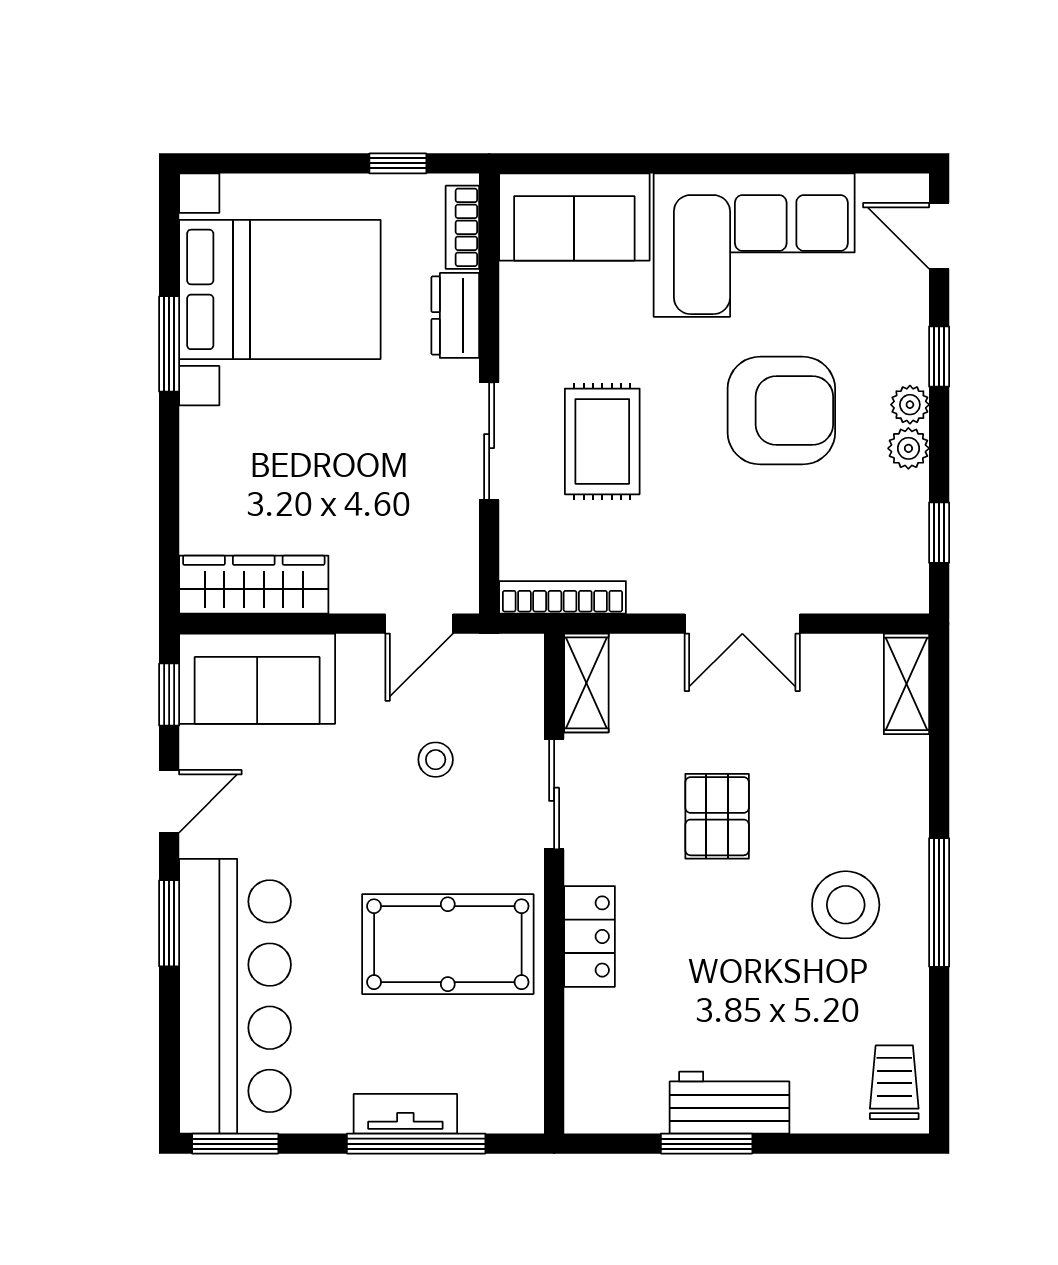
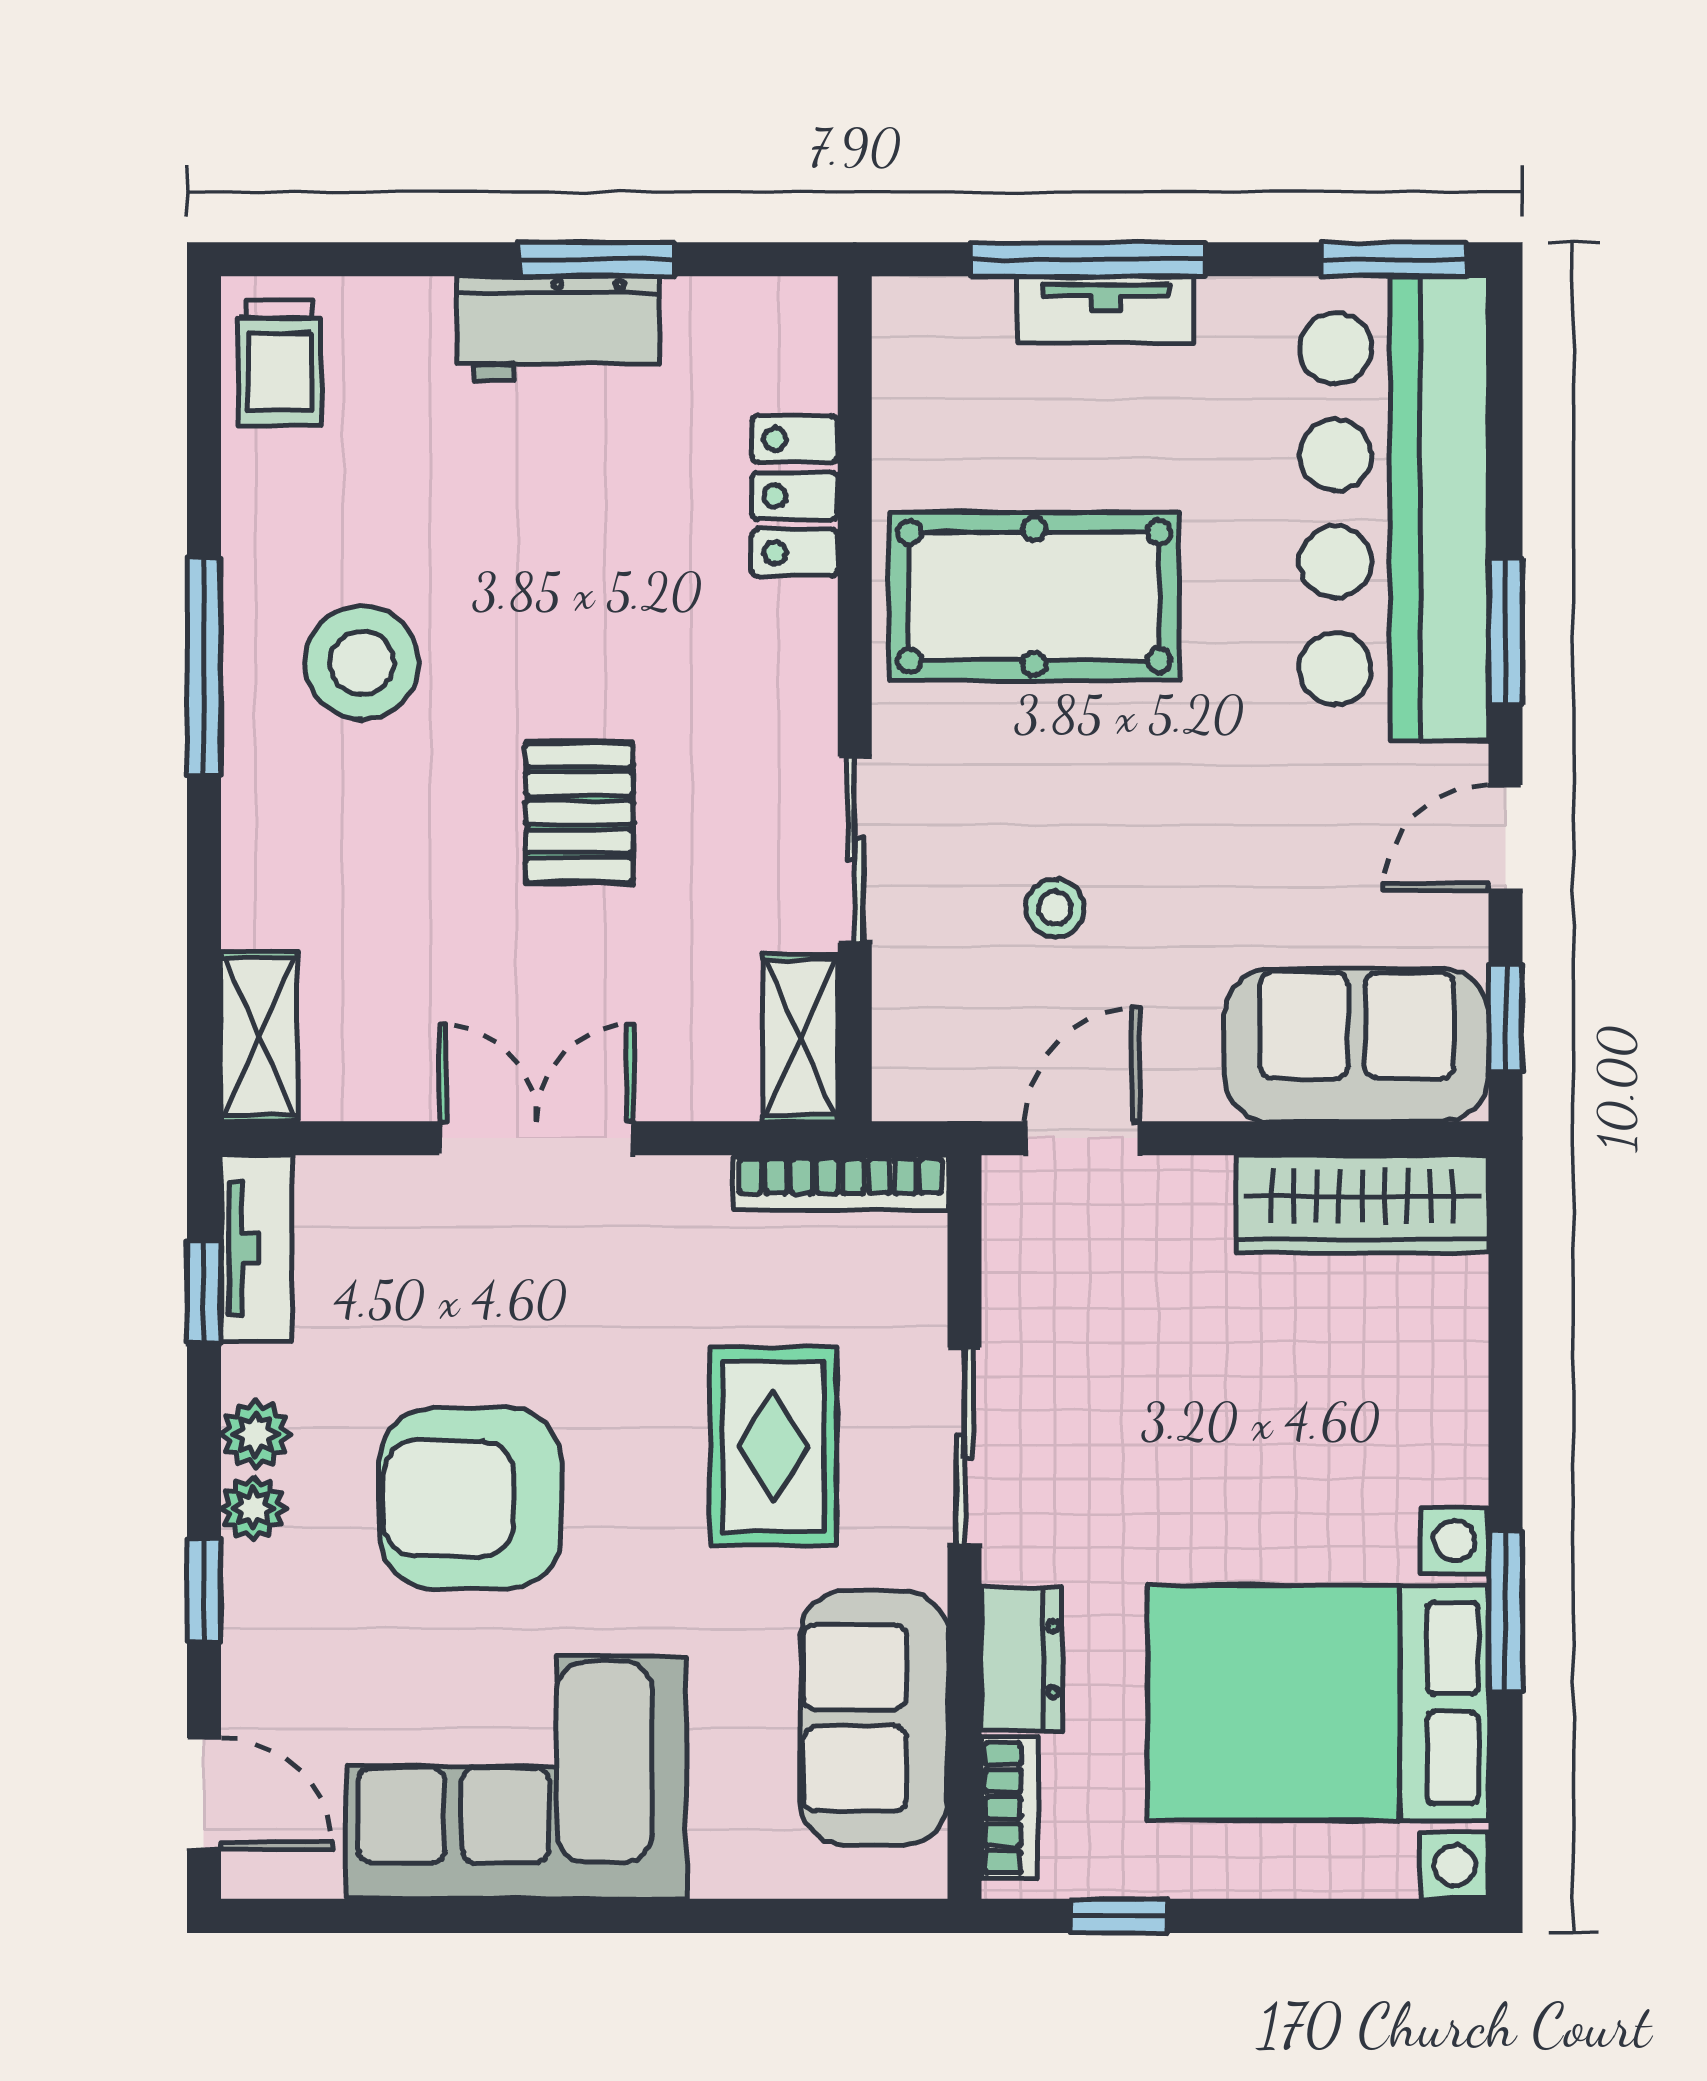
sofa: (574, 217) -> (874, 1718), moved, turned -90
tv unit: (908, 558) -> (256, 1248), added
locker: (589, 936) -> (795, 496), moved

